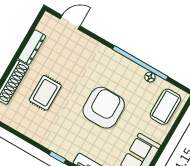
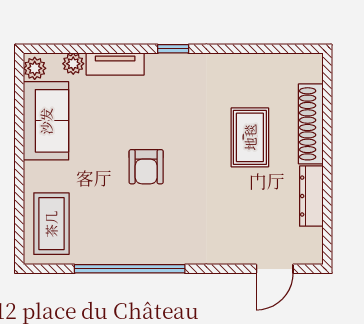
floor lamp: (150, 77) -> (102, 256), removed
armchair: (104, 108) -> (146, 167), width x0.53, depth x0.53

